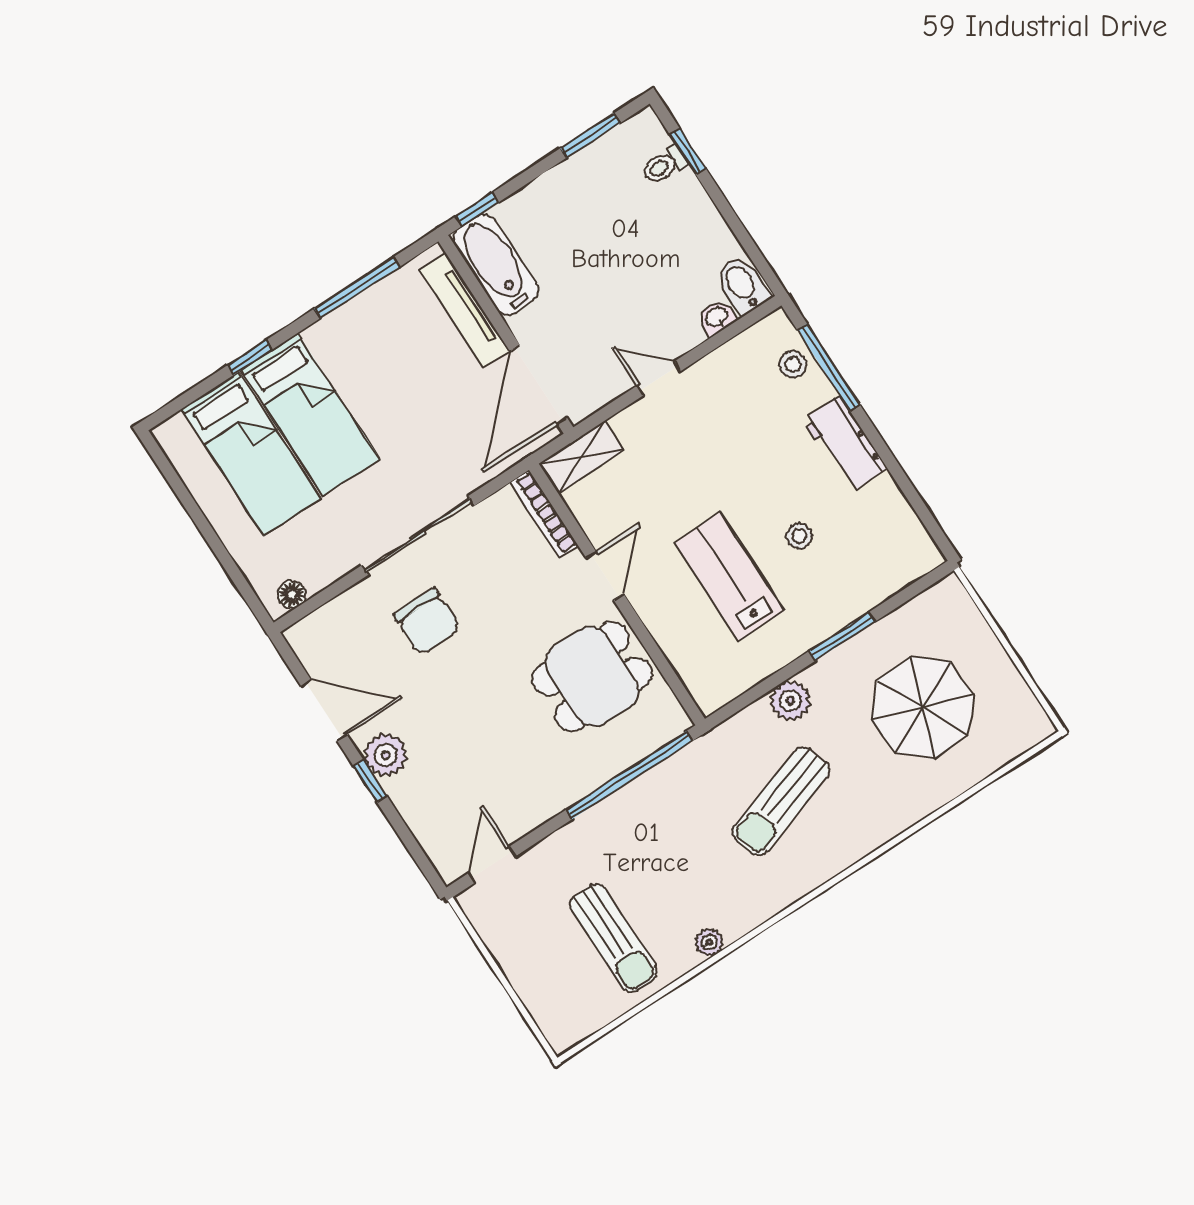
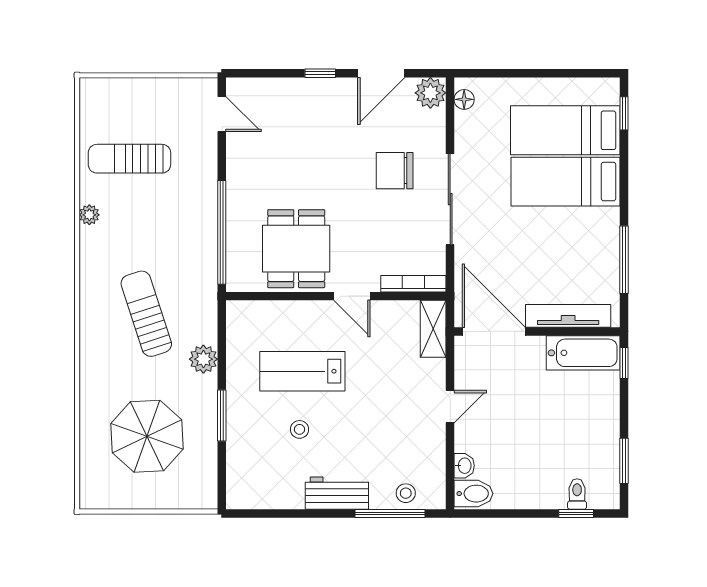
window: (250, 358) -> (624, 113), moved
lab bench: (729, 577) -> (302, 371), turned 180
plant: (386, 755) -> (430, 93), moved

